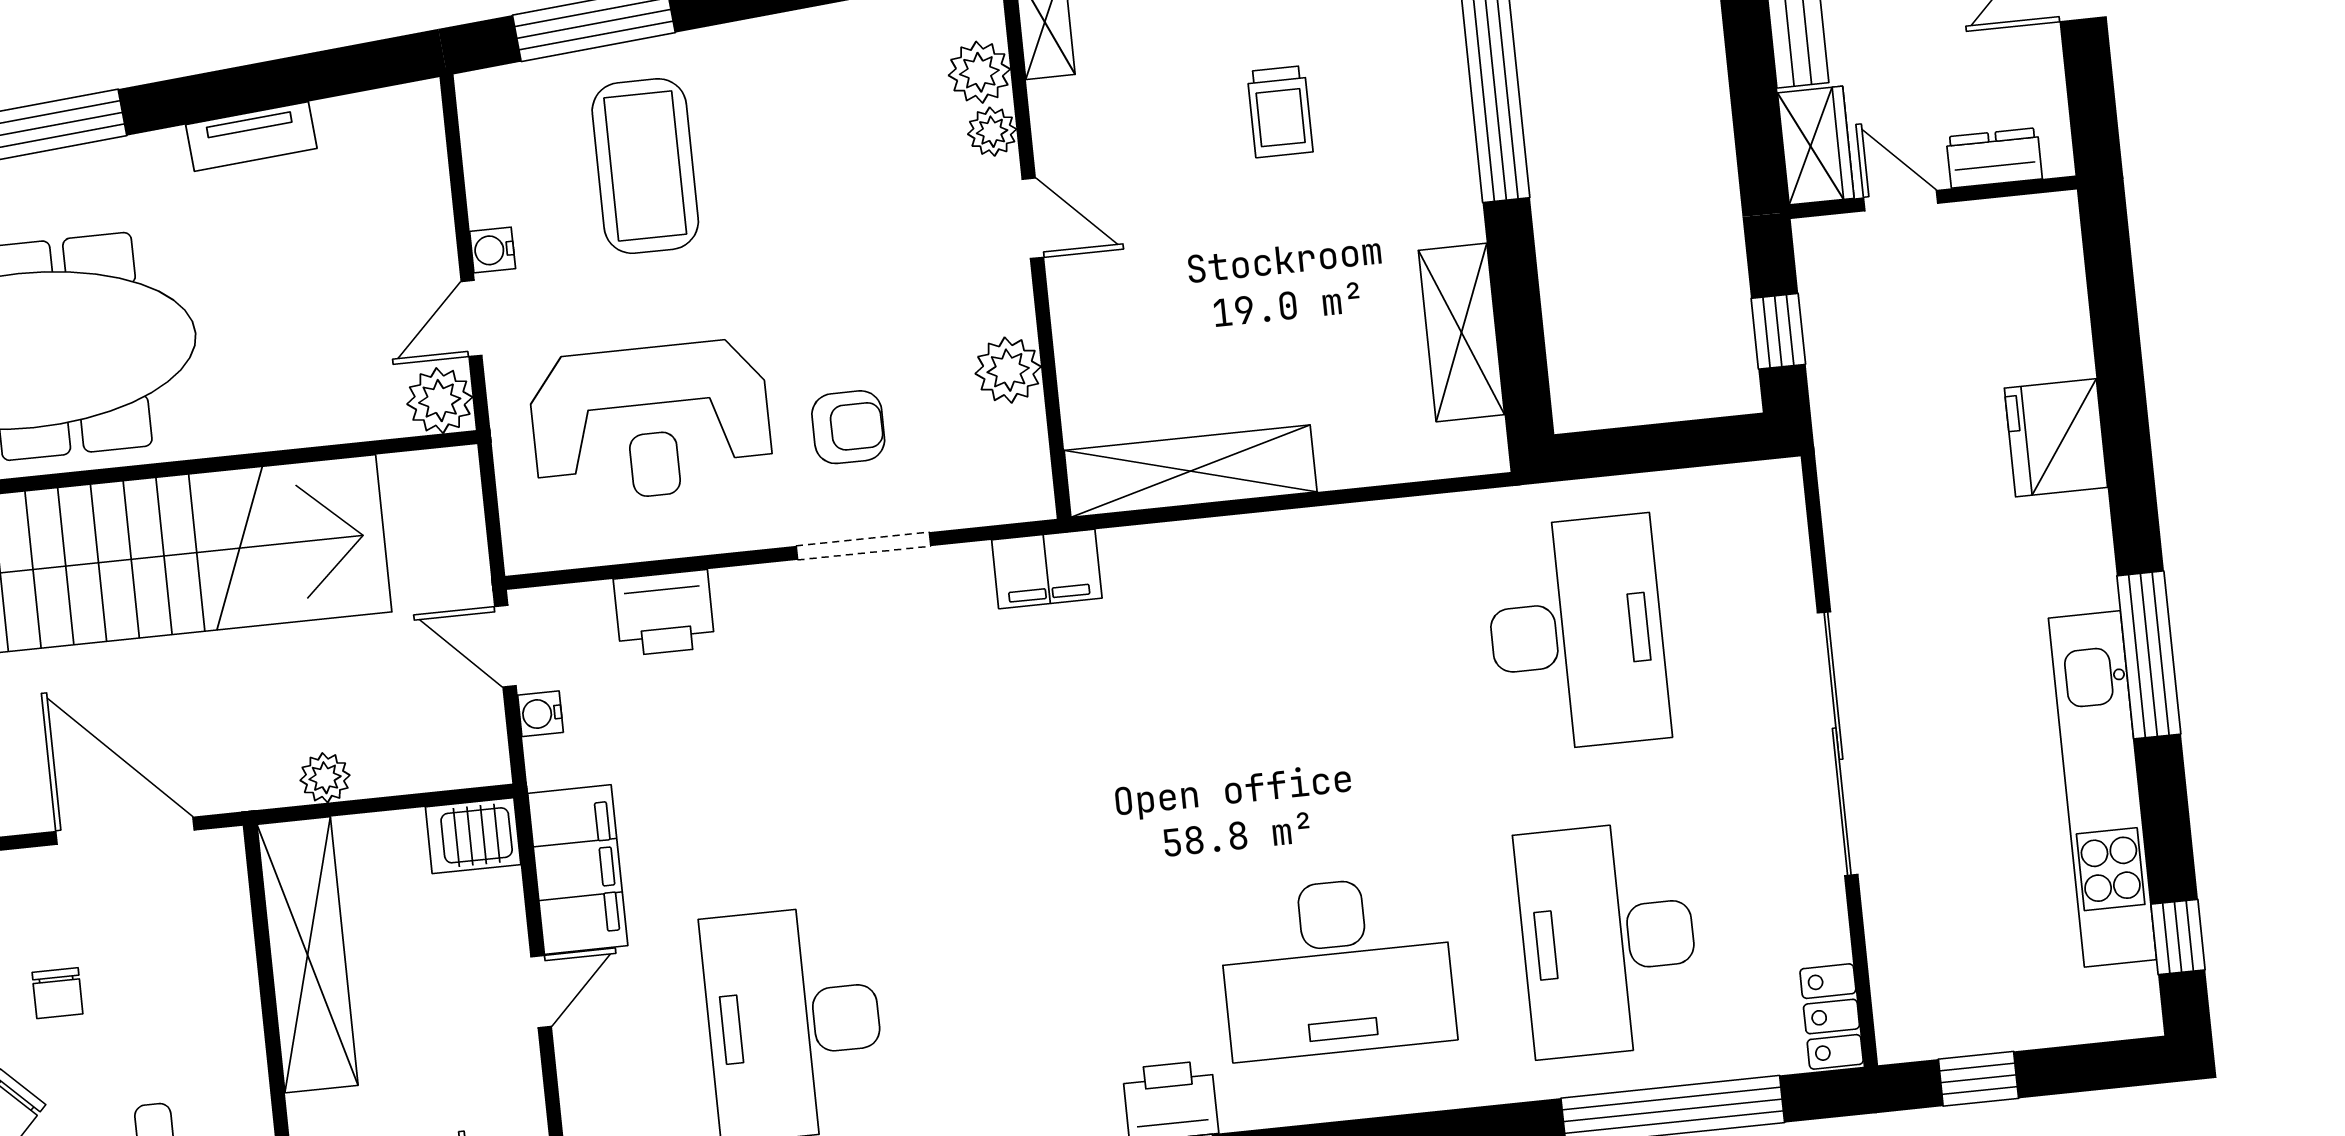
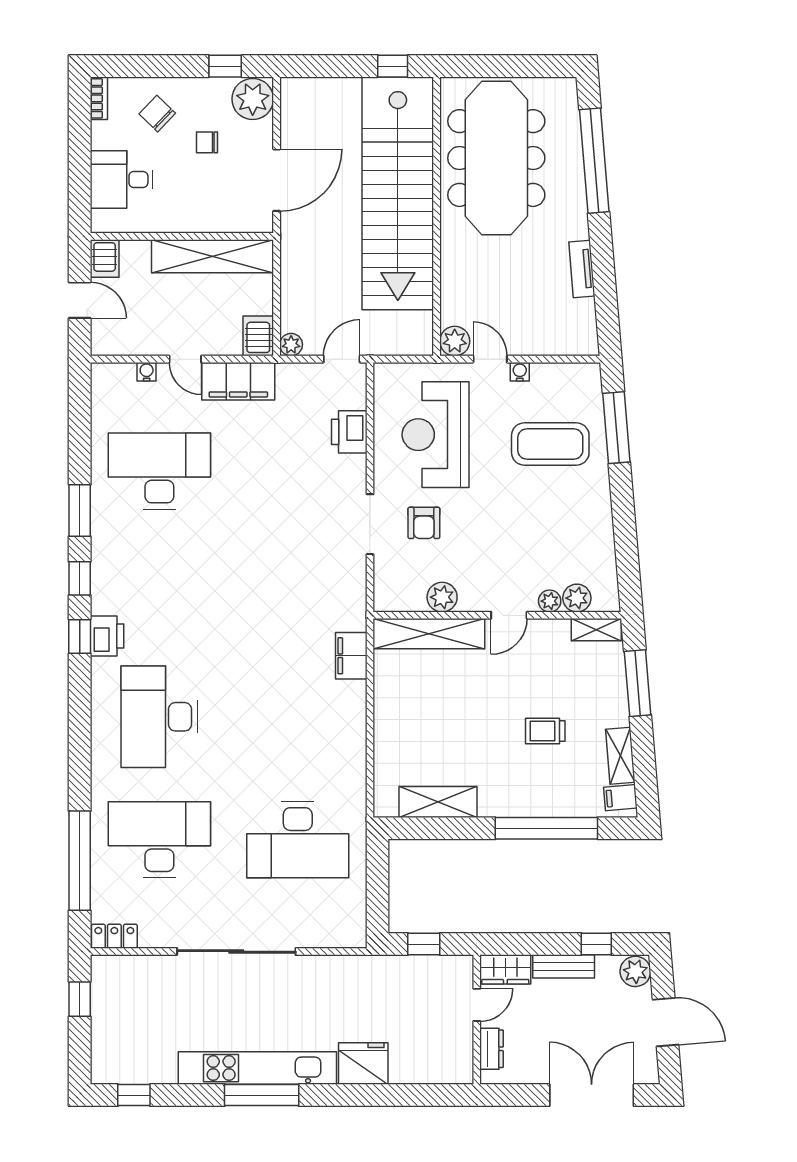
shelving: (1191, 471) -> (429, 634), moved, turned 90
filing cabinet: (1047, 569) -> (351, 656), moved
water cooler: (540, 714) -> (147, 372), moved
plant: (325, 778) -> (291, 345), moved
kitchen unit: (2102, 789) -> (257, 1068), moved

